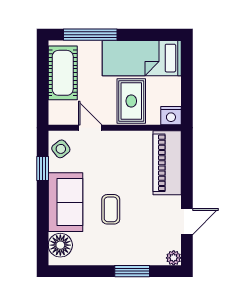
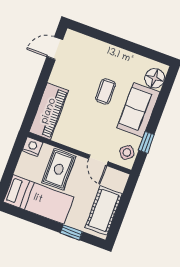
window: (90, 35) -> (71, 232), width x0.46
door: (187, 222) -> (55, 48), moved
plant: (174, 258) -> (71, 36), removed
window: (132, 271) -> (107, 38), removed

